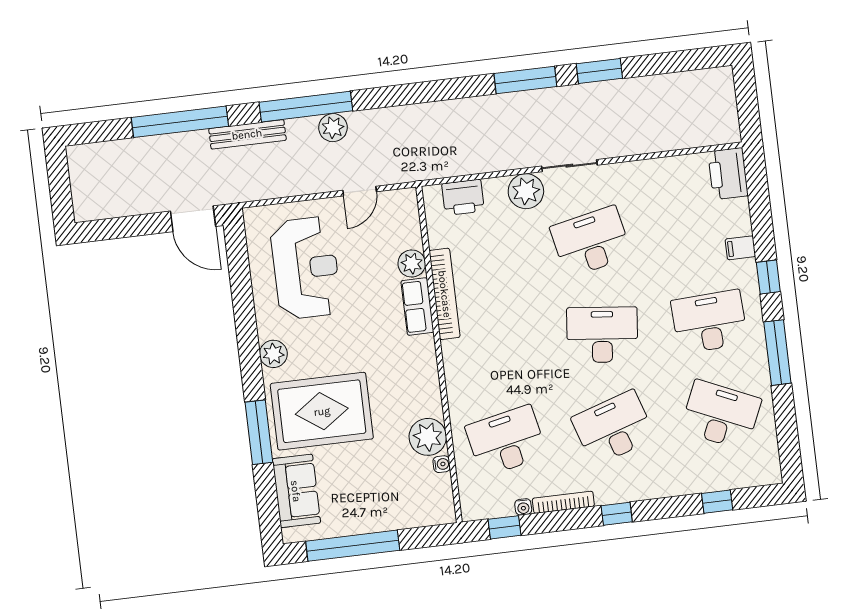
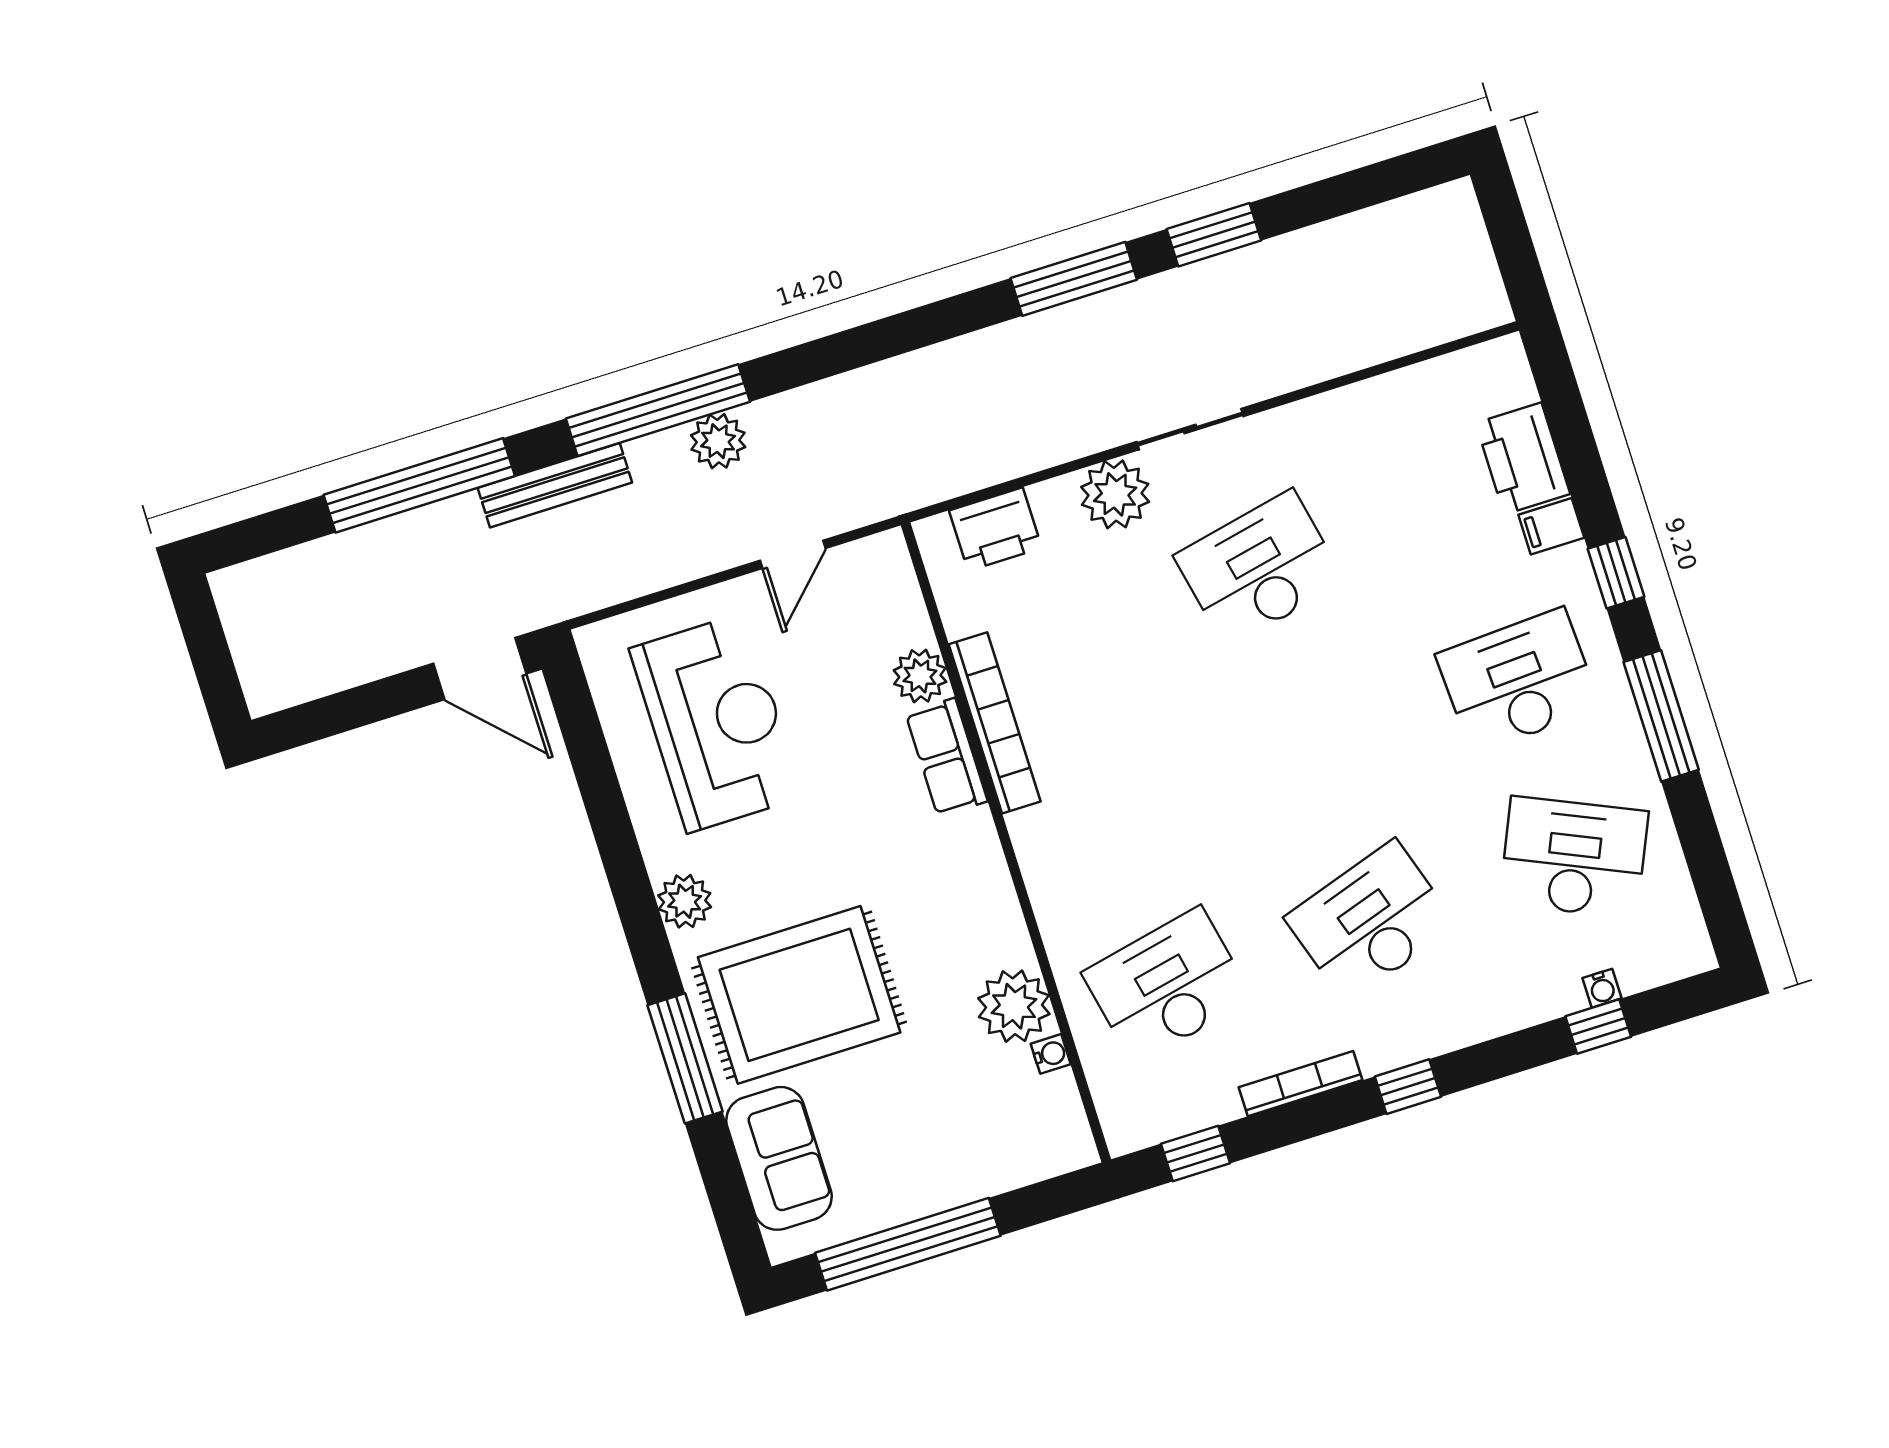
printer: (728, 174) -> (1523, 458), moved
desk: (602, 335) -> (1315, 745), removed
water cooler: (523, 507) -> (1602, 988), moved

